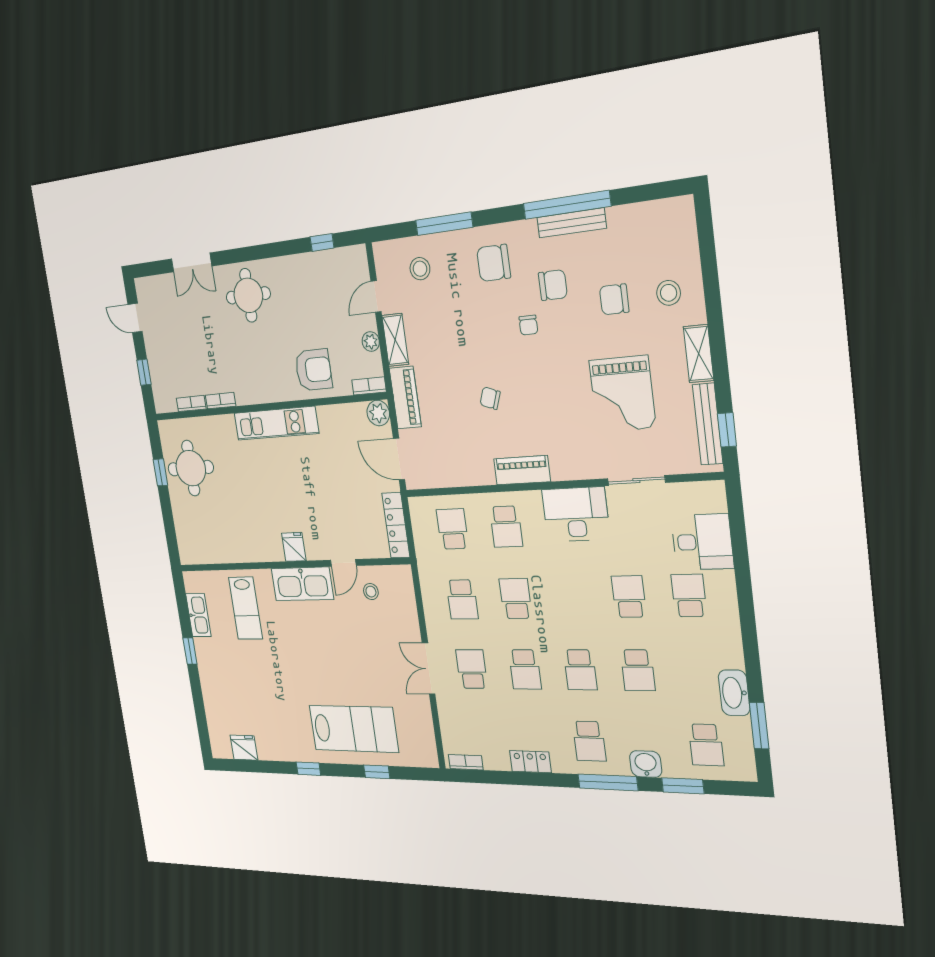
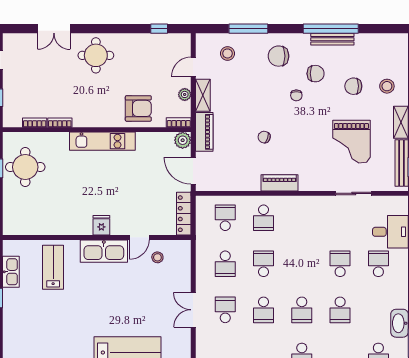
desk: (576, 514) -> (312, 212), removed
lab bench: (246, 608) -> (53, 267), turned 180

